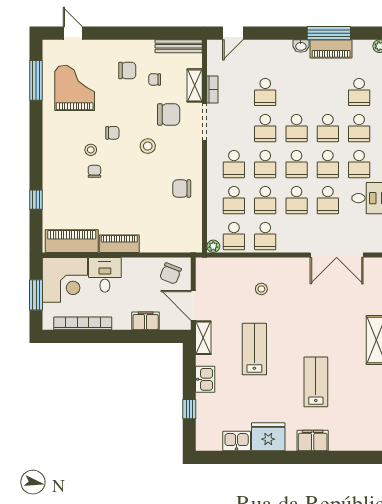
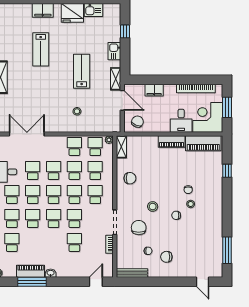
shelving: (195, 85) -> (121, 147), moved
grand piano: (75, 88) -> (201, 245), removed
chair: (169, 114) -> (139, 228), turned 90
lab bench: (254, 349) -> (82, 71), turned 180

